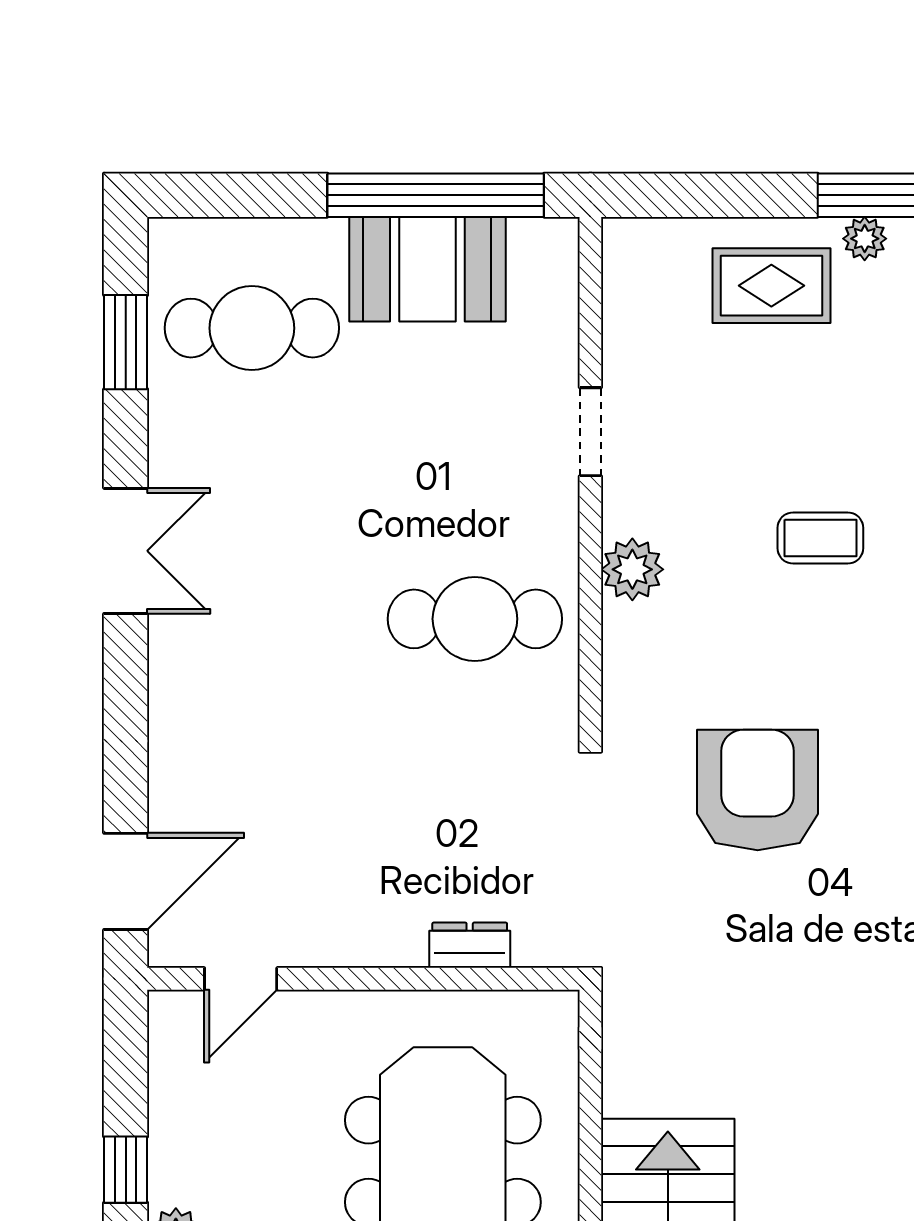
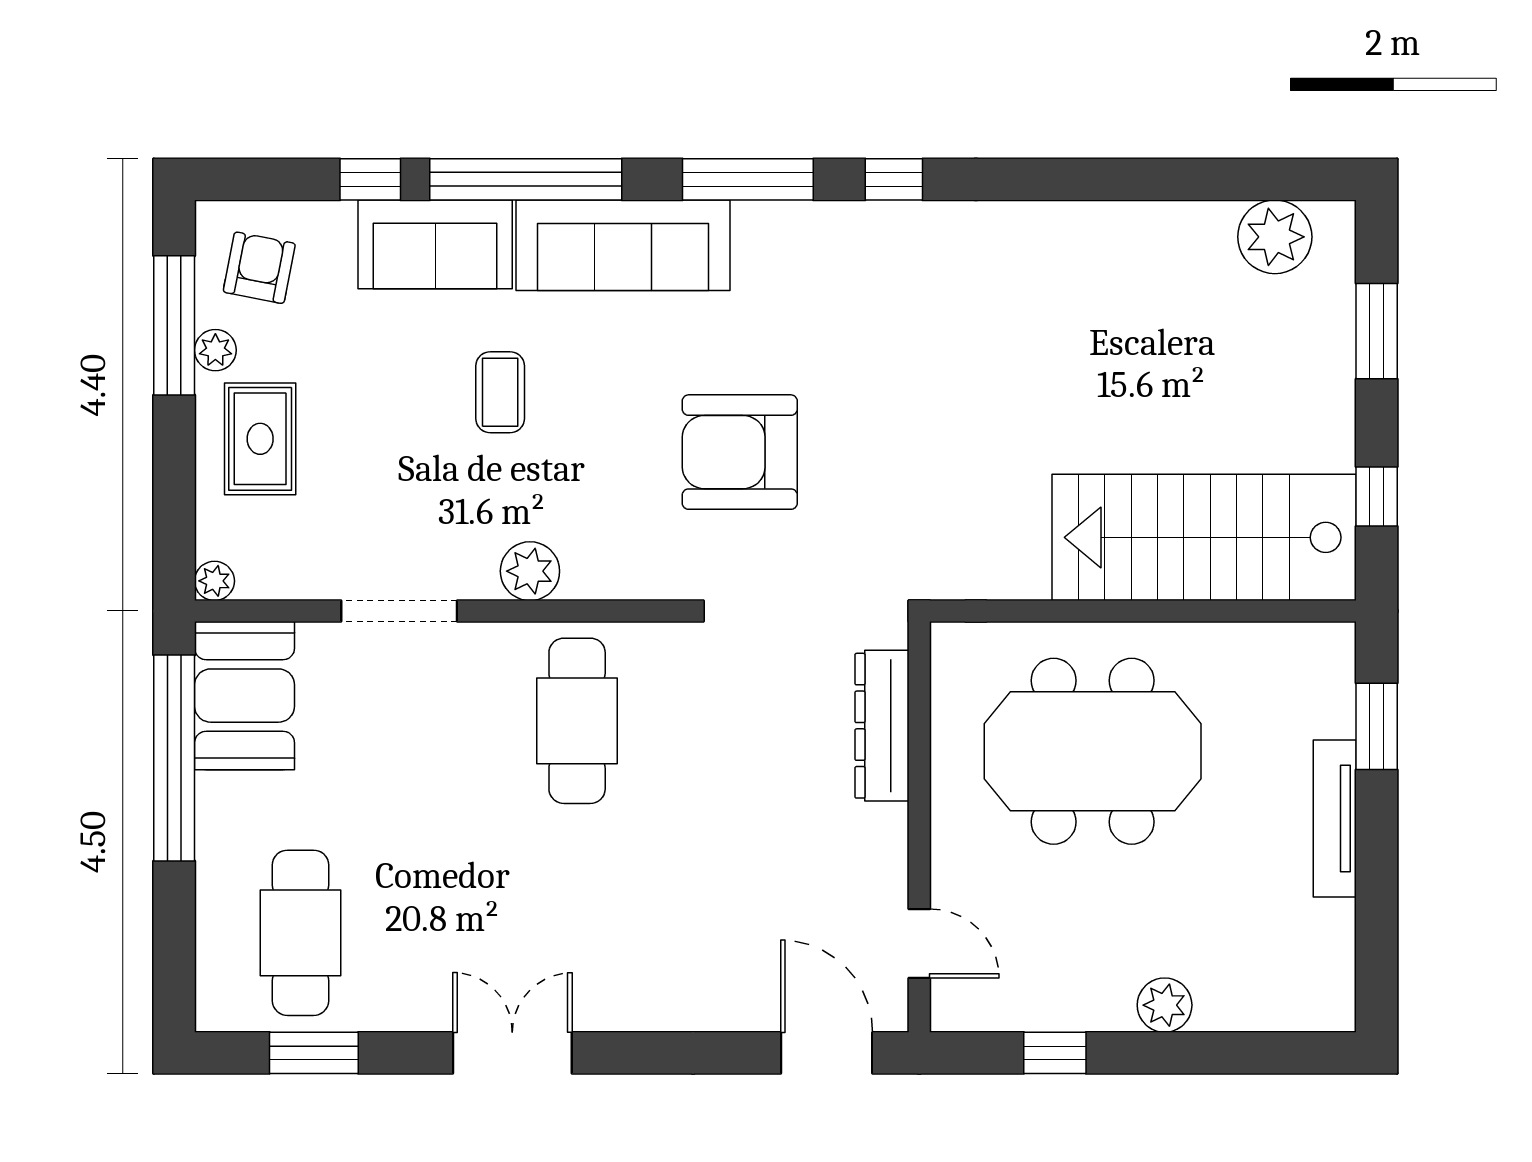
plant: (622, 238) -> (214, 581), added
booth: (427, 269) -> (245, 696), moved
doorway: (590, 432) -> (399, 611), width x1.38
dresser: (470, 945) -> (882, 726), width x1.96, depth x1.24
window: (126, 1170) -> (1055, 1053), moved

